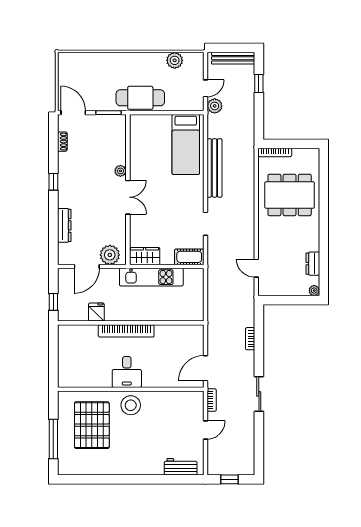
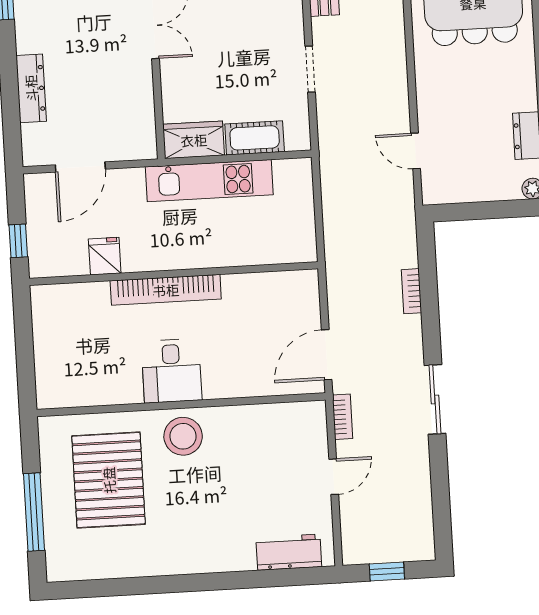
plant: (110, 255) -> (125, 141), removed
cot: (189, 257) -> (255, 138), moved

